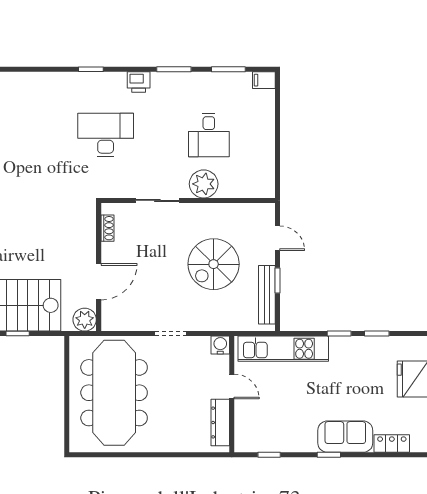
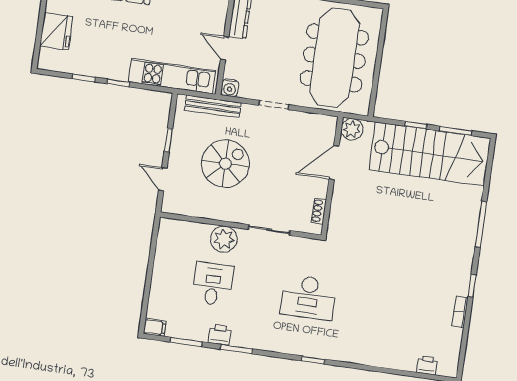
printer: (139, 82) -> (220, 335), moved
bench: (267, 295) -> (213, 106), moved, turned 90

